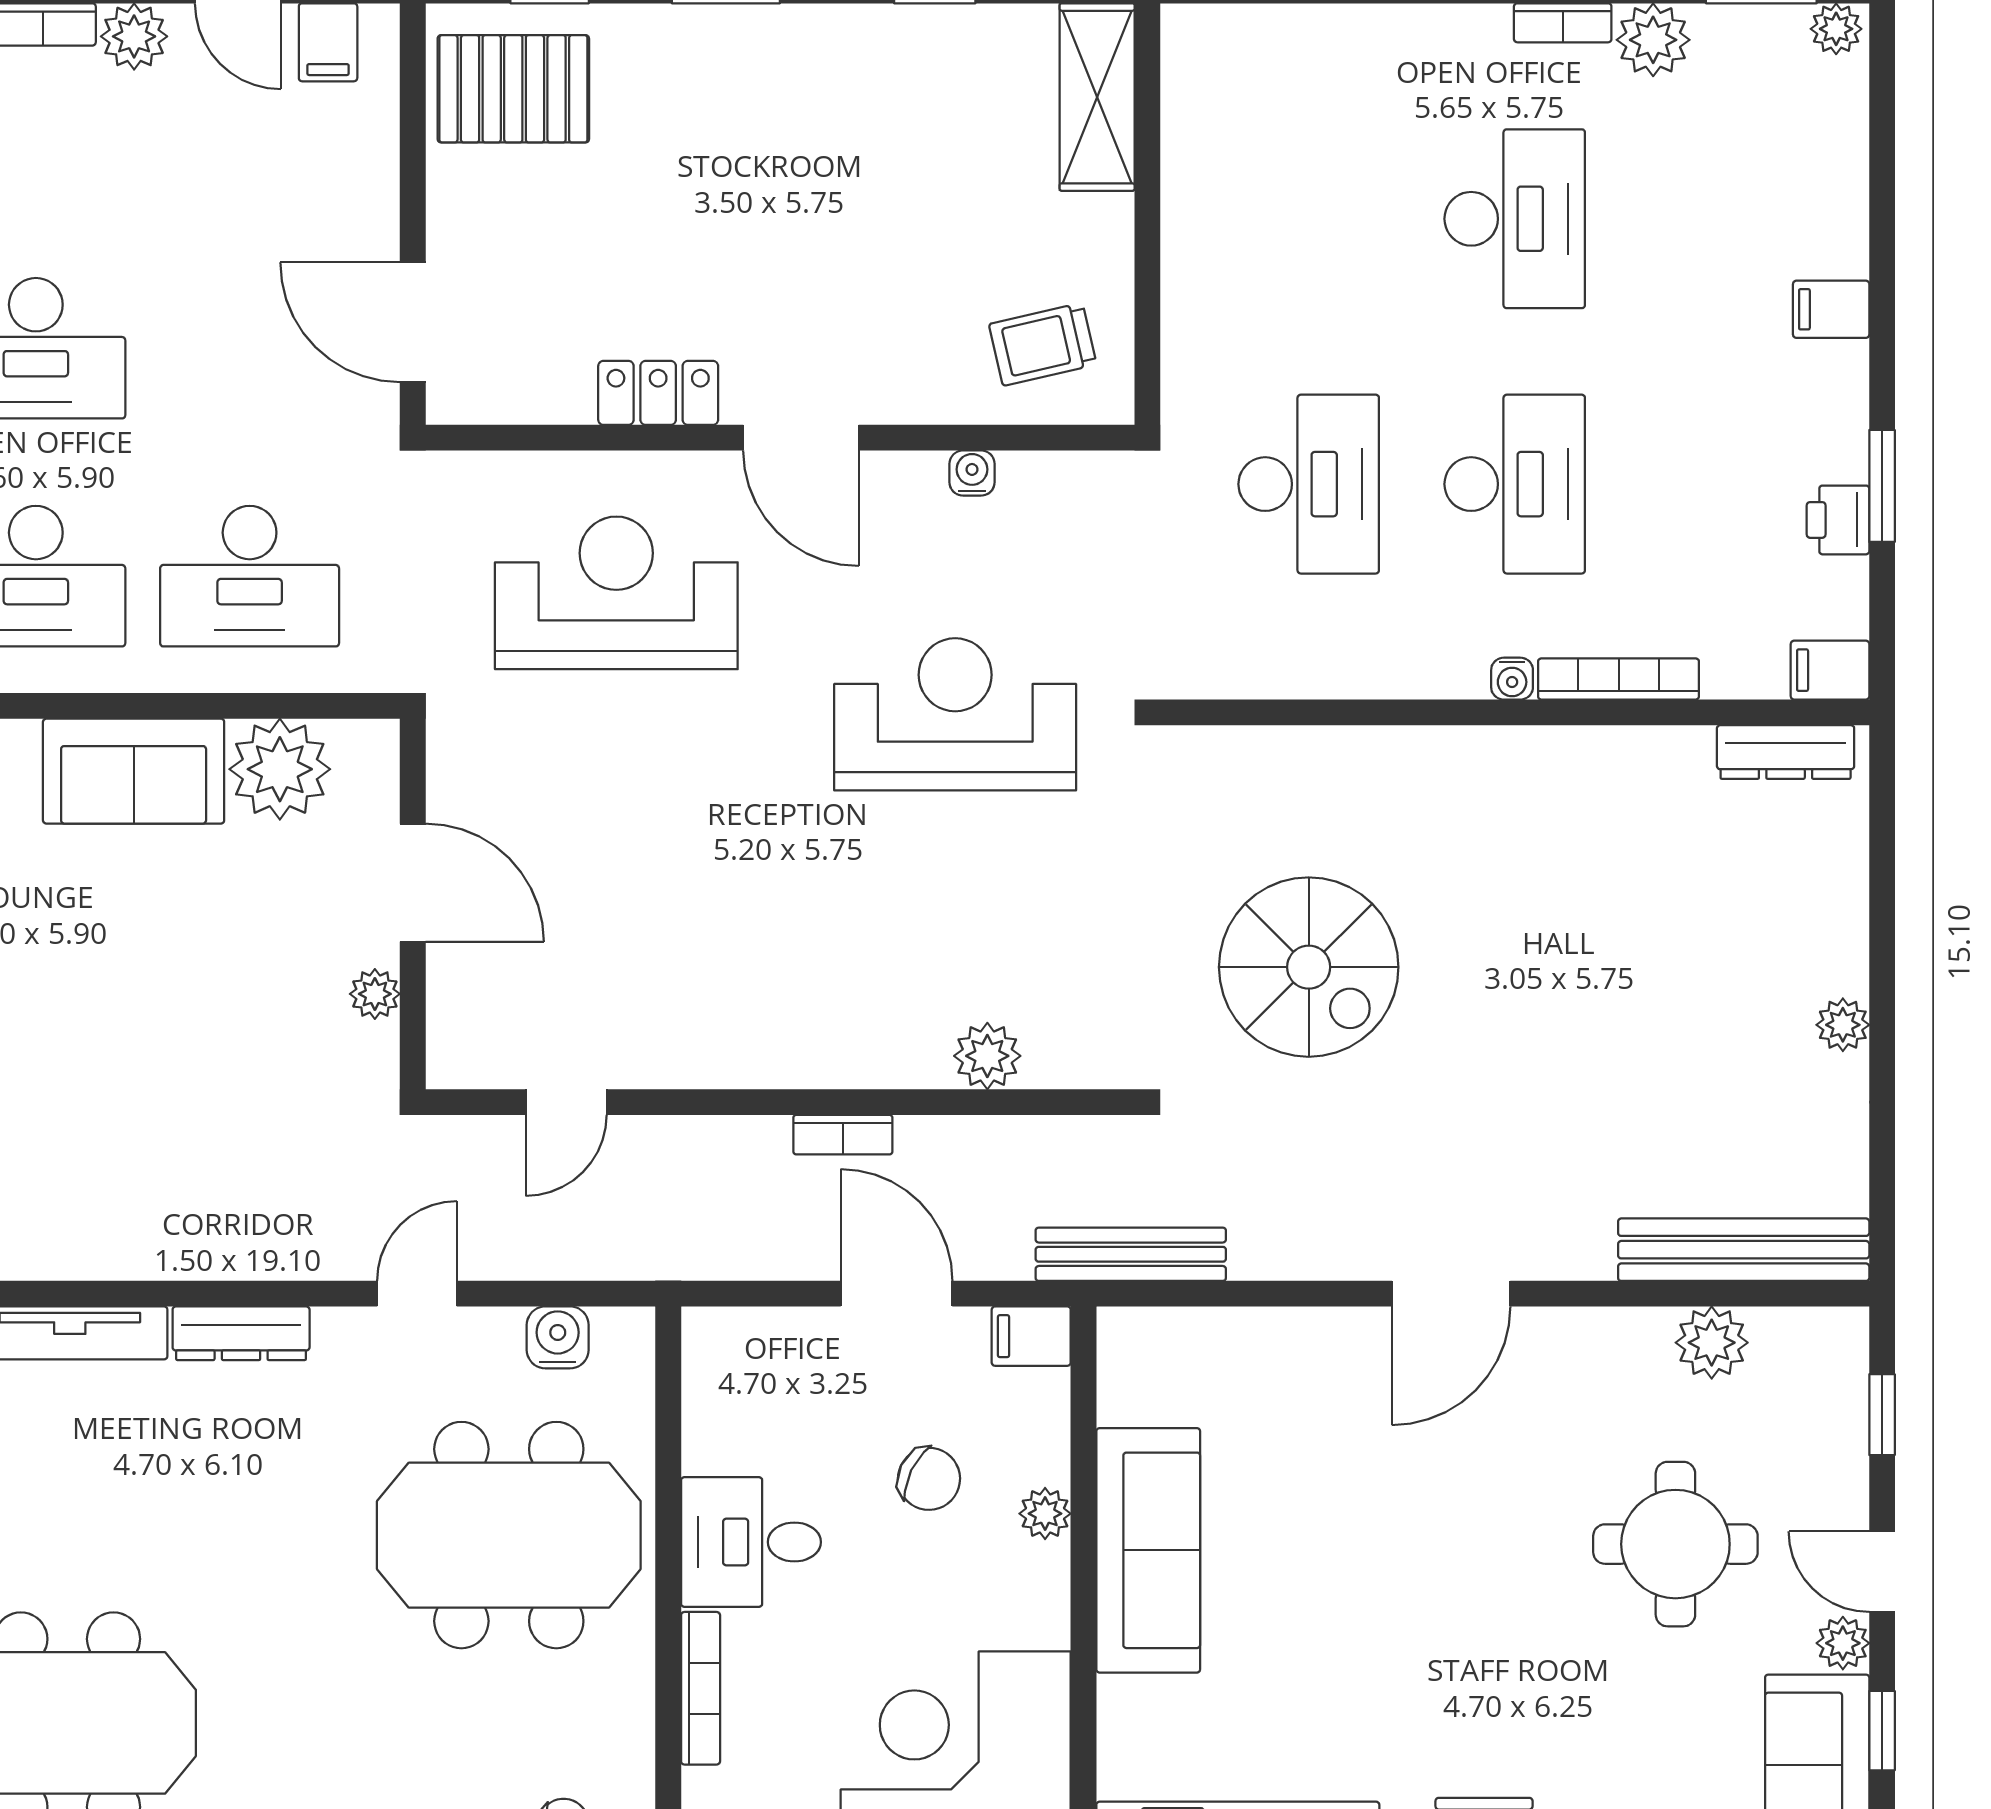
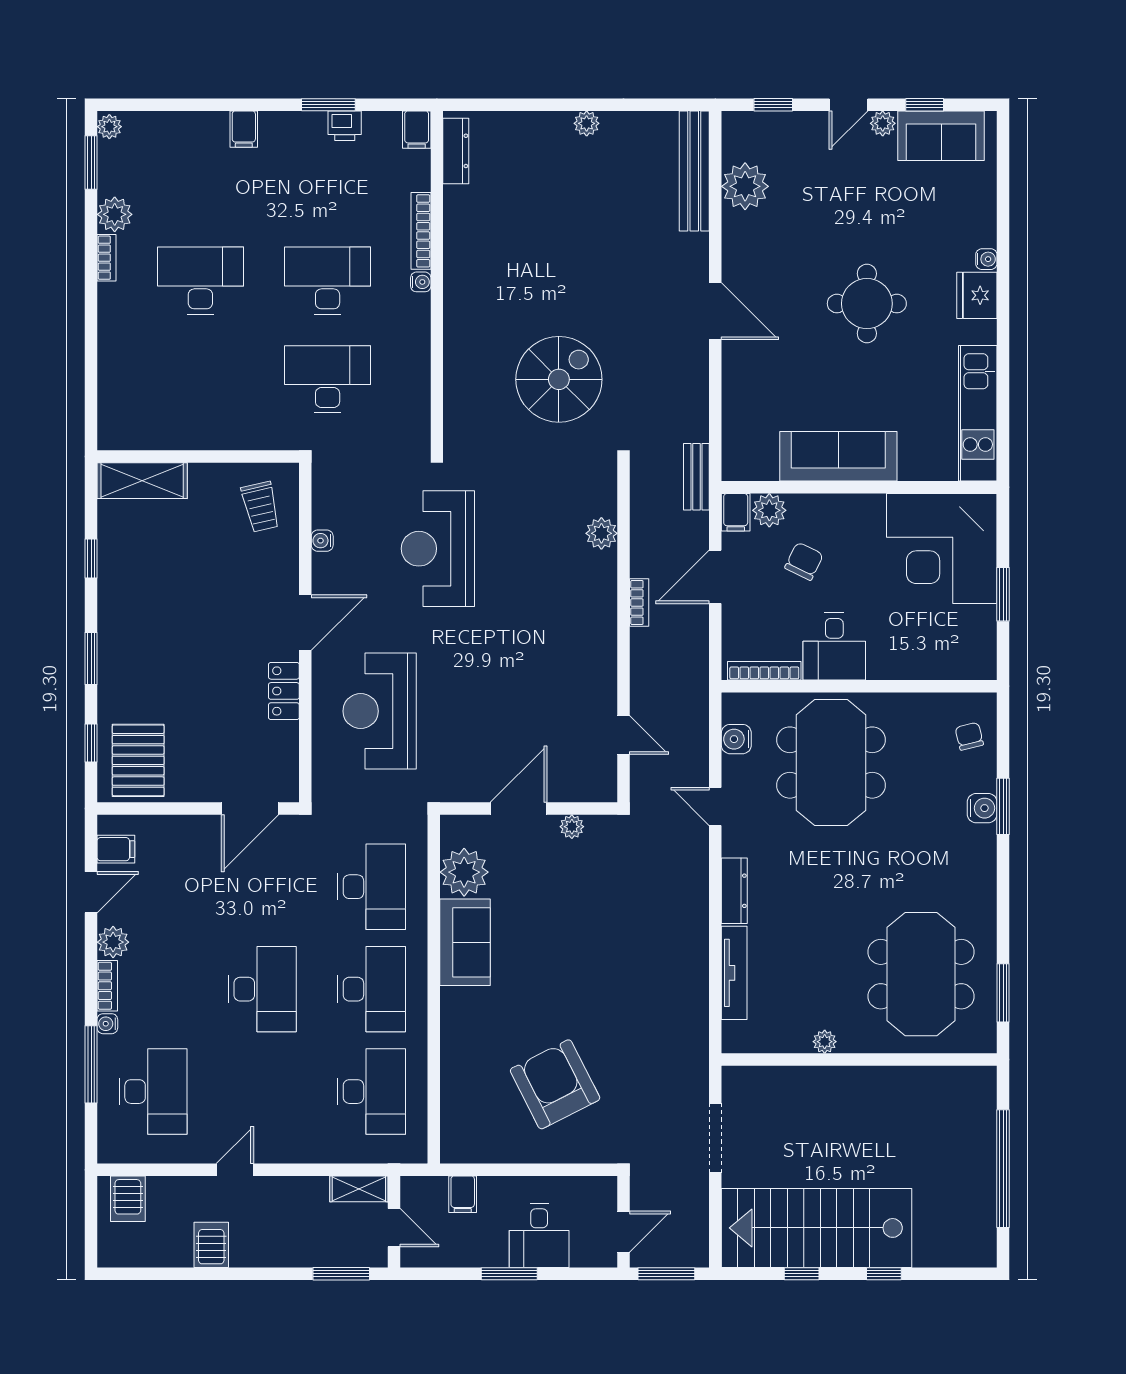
bench: (1131, 1254) -> (696, 477), width x0.73
plant: (1712, 1343) -> (745, 186), width x1.36, depth x1.36
plant: (1045, 1514) -> (769, 510), moved, width x1.38, depth x1.38
round table: (1675, 1544) -> (867, 304), moved
bookcase: (701, 1688) -> (764, 671), moved

